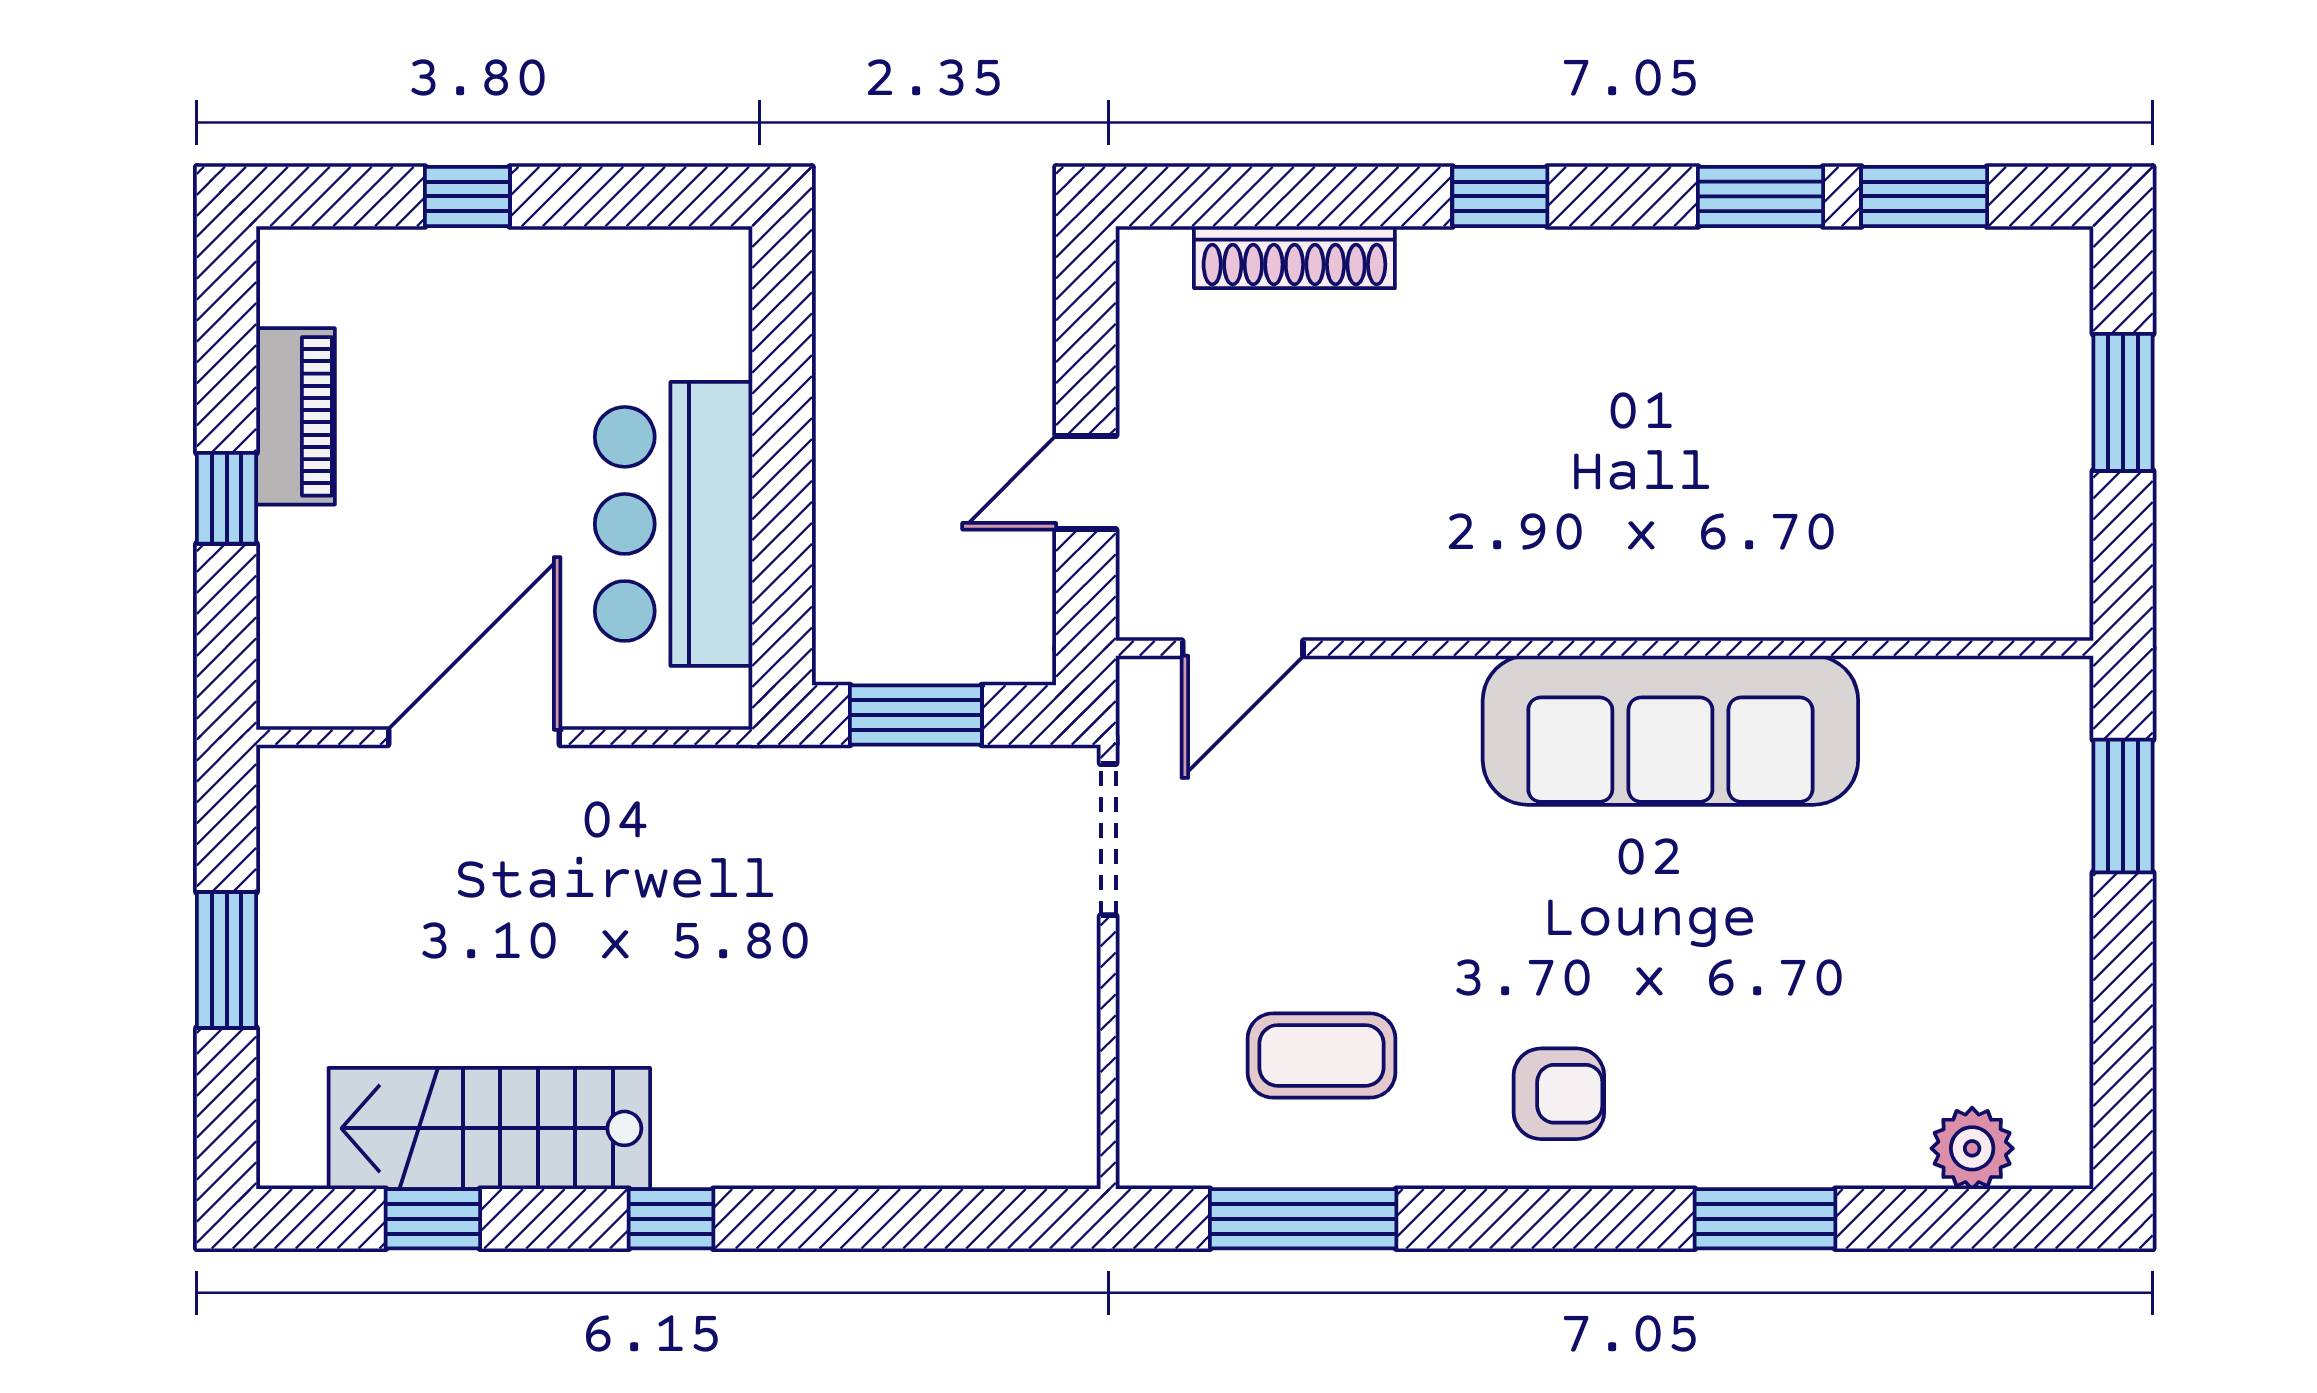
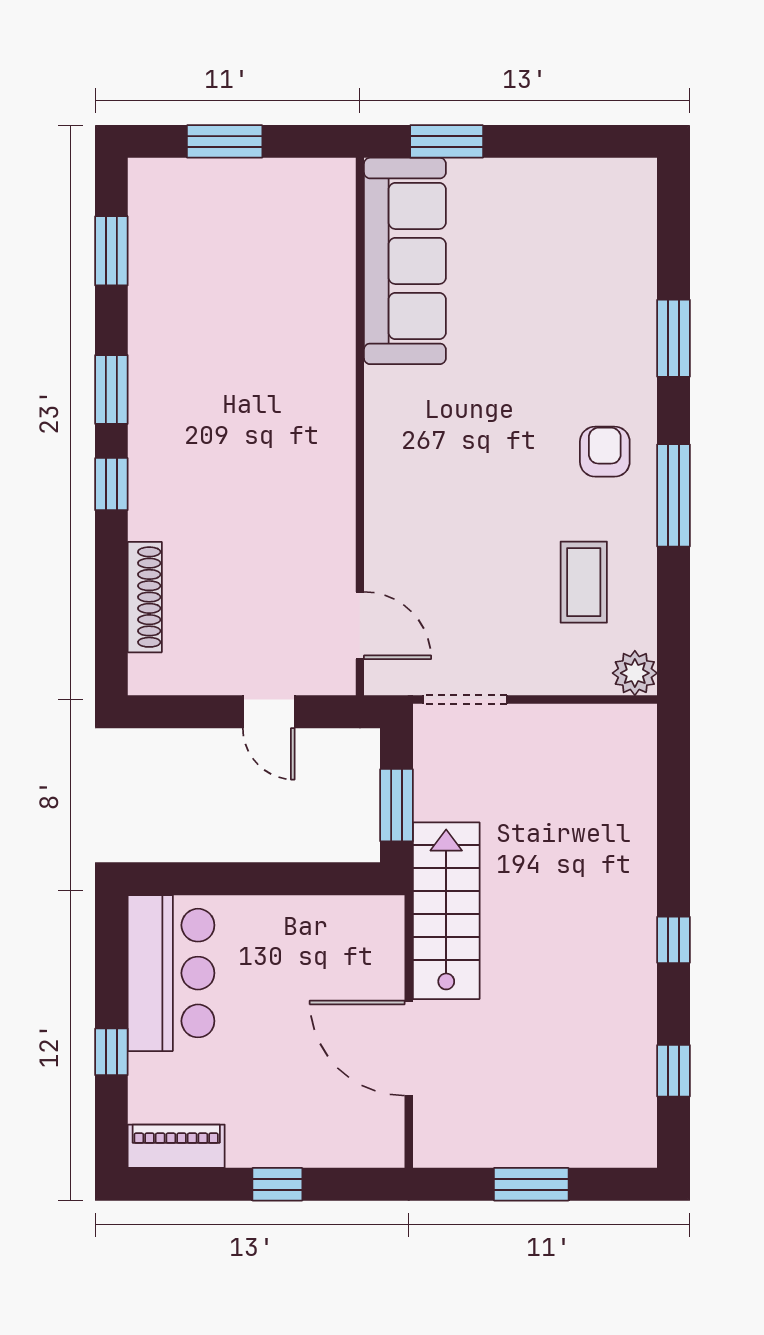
window: (1761, 196) -> (111, 390), moved
piano: (296, 416) -> (176, 1146), moved
bar counter: (674, 524) -> (171, 973), moved, turned -90
sofa: (1670, 730) -> (405, 261), moved
stairs: (489, 1128) -> (446, 911), moved, turned 180
plant: (1972, 1148) -> (635, 673), moved
window: (1303, 1219) -> (674, 495), moved

